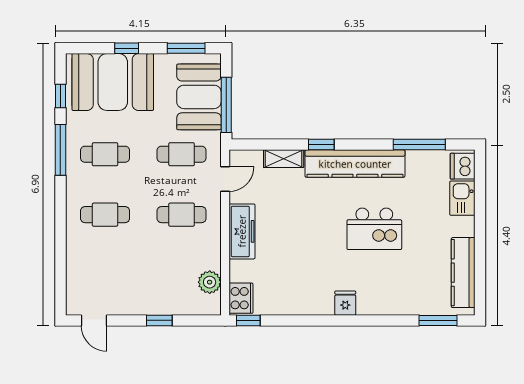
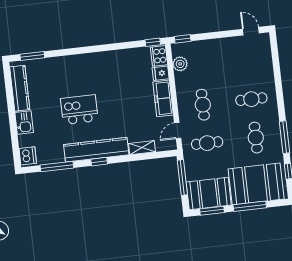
window: (127, 48) -> (250, 206), width x2.17
booth: (199, 97) -> (209, 194), moved, turned 90
window: (321, 145) -> (99, 162), moved
cafe table: (105, 154) -> (256, 138), turned 90
kitchen sink: (462, 198) -> (24, 122), moved
cafe table: (182, 215) -> (203, 105), turned 90
fridge: (345, 303) -> (161, 73), moved, turned 90
window: (159, 320) -> (183, 39), moved

